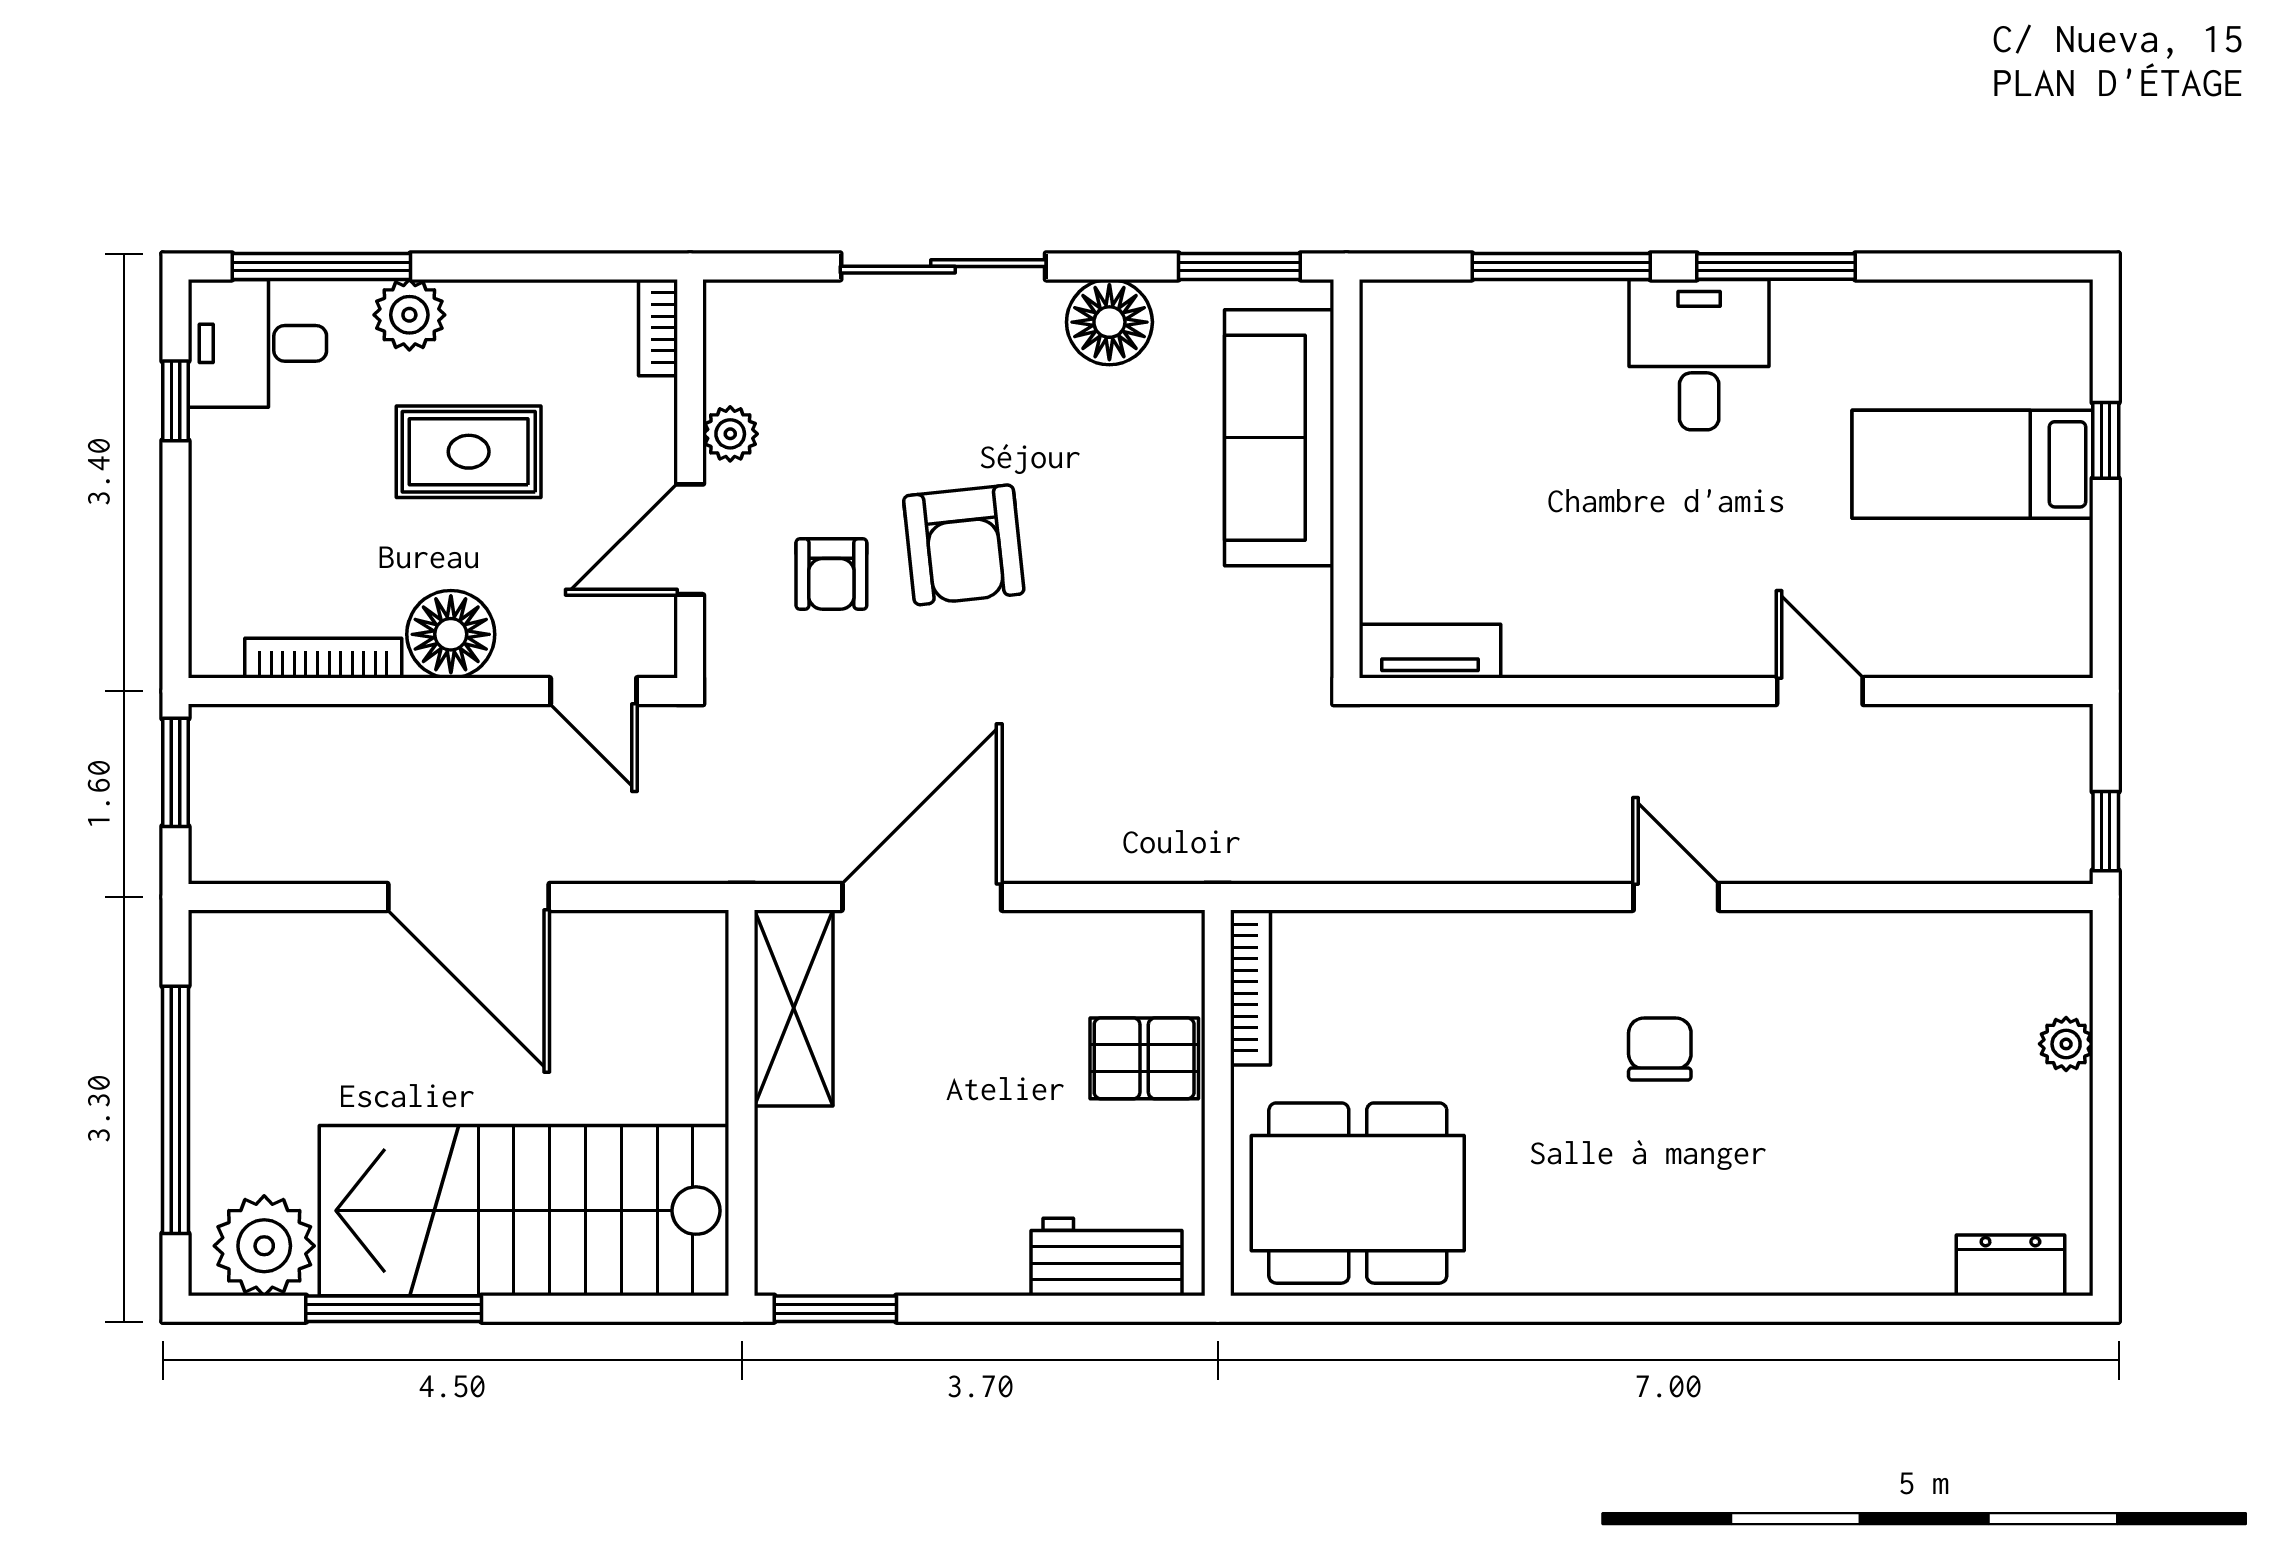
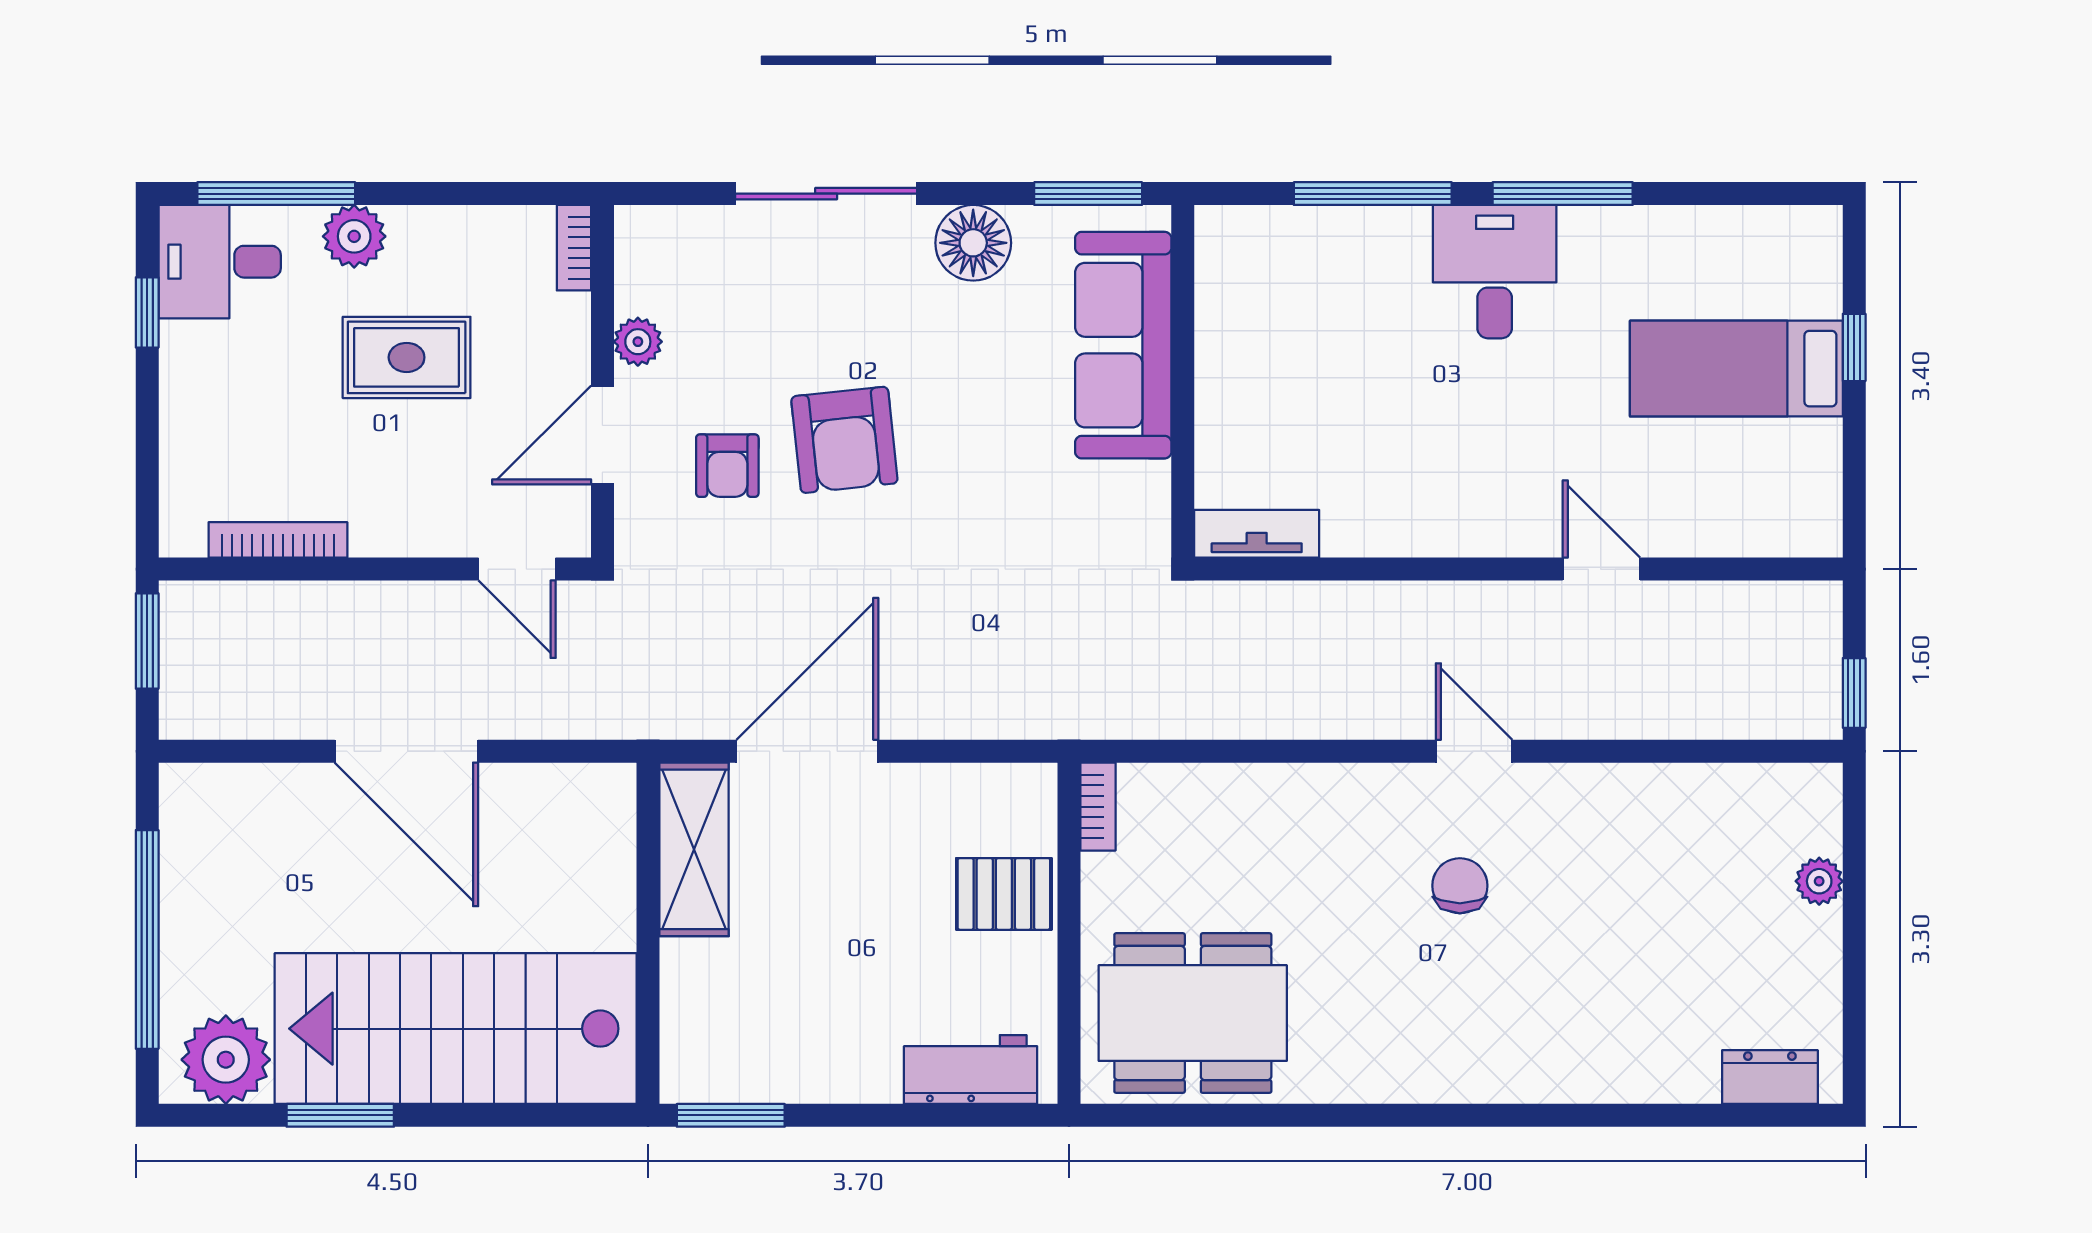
floor lamp: (451, 634) -> (391, 519), removed
bookcase: (1250, 988) -> (1098, 807), width x0.64
window: (394, 1309) -> (340, 1115), width x0.69

